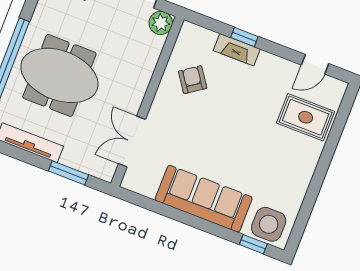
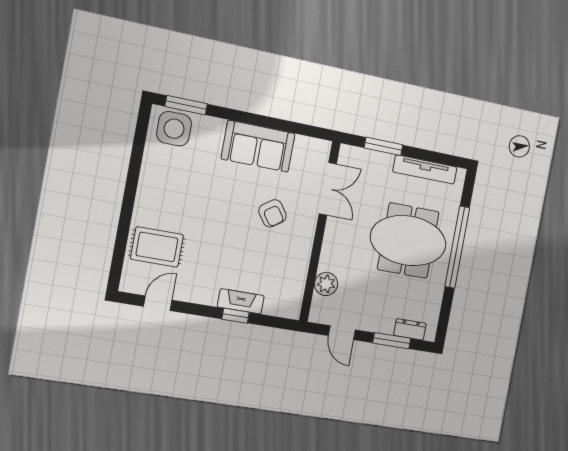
plant: (161, 23) -> (326, 284), moved
armchair: (193, 80) -> (272, 213), moved
sofa: (204, 199) -> (258, 146), width x0.73
window: (253, 244) -> (186, 105), width x1.50

